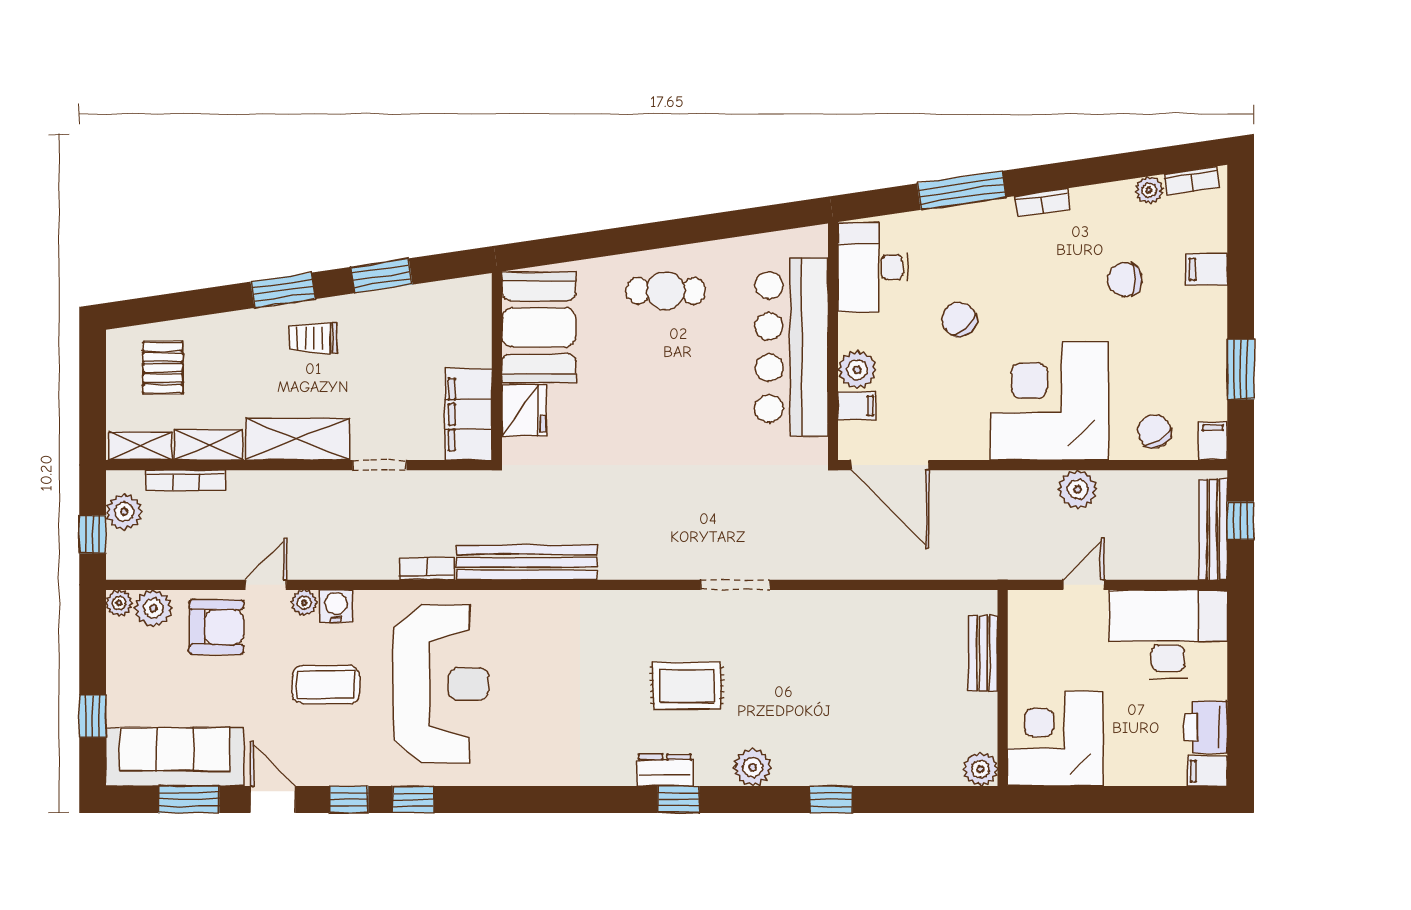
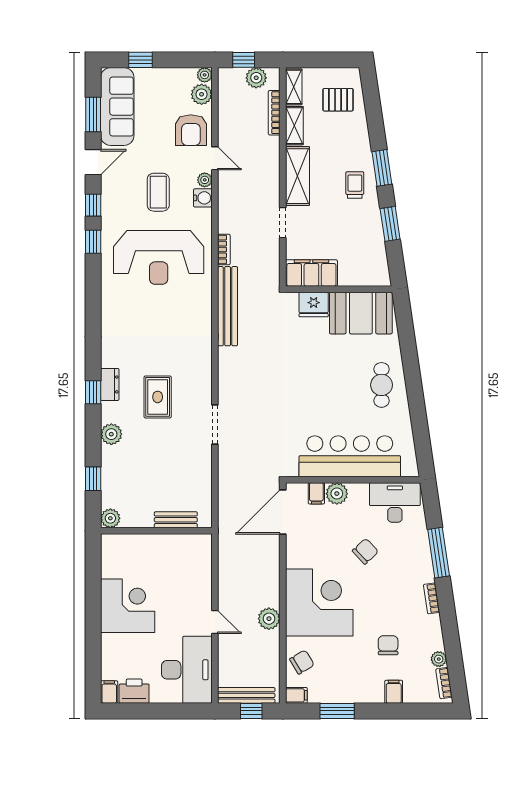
bench: (983, 654) -> (176, 520), moved
wall: (1003, 688) -> (156, 531), moved
plant: (981, 769) -> (110, 518), moved

